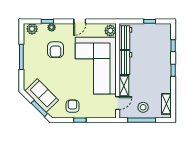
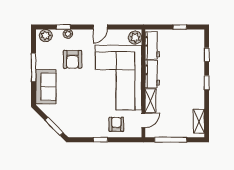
sofa: (42, 95) -> (46, 87), moved, turned 45
armchair: (72, 106) -> (116, 124), moved
stool: (143, 107) -> (172, 125), removed

